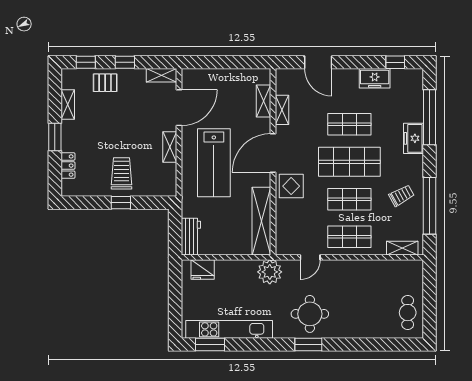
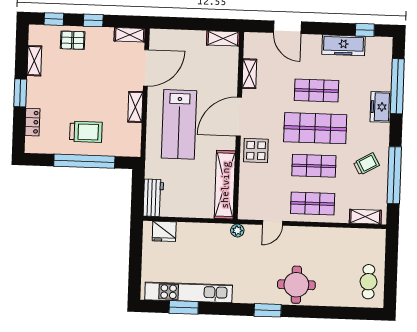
freezer: (375, 78) -> (344, 45), width x1.40
shelving: (263, 101) -> (223, 38), moved, turned 90
trolley: (122, 173) -> (86, 132), turned 90
window: (121, 203) -> (84, 161), width x3.17
plant: (270, 272) -> (237, 230), width x0.53, depth x0.53
round table: (310, 314) -> (296, 285), moved
window: (210, 344) -> (184, 307), moved

